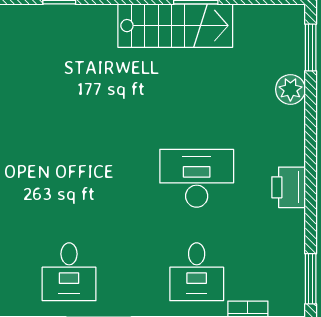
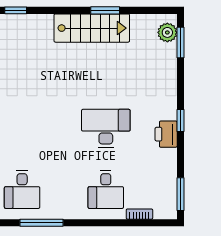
plant: (290, 89) -> (167, 32), moved
window: (311, 167) -> (180, 121), added

